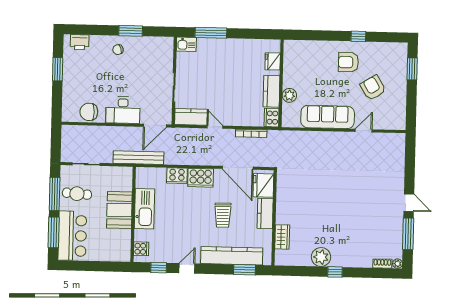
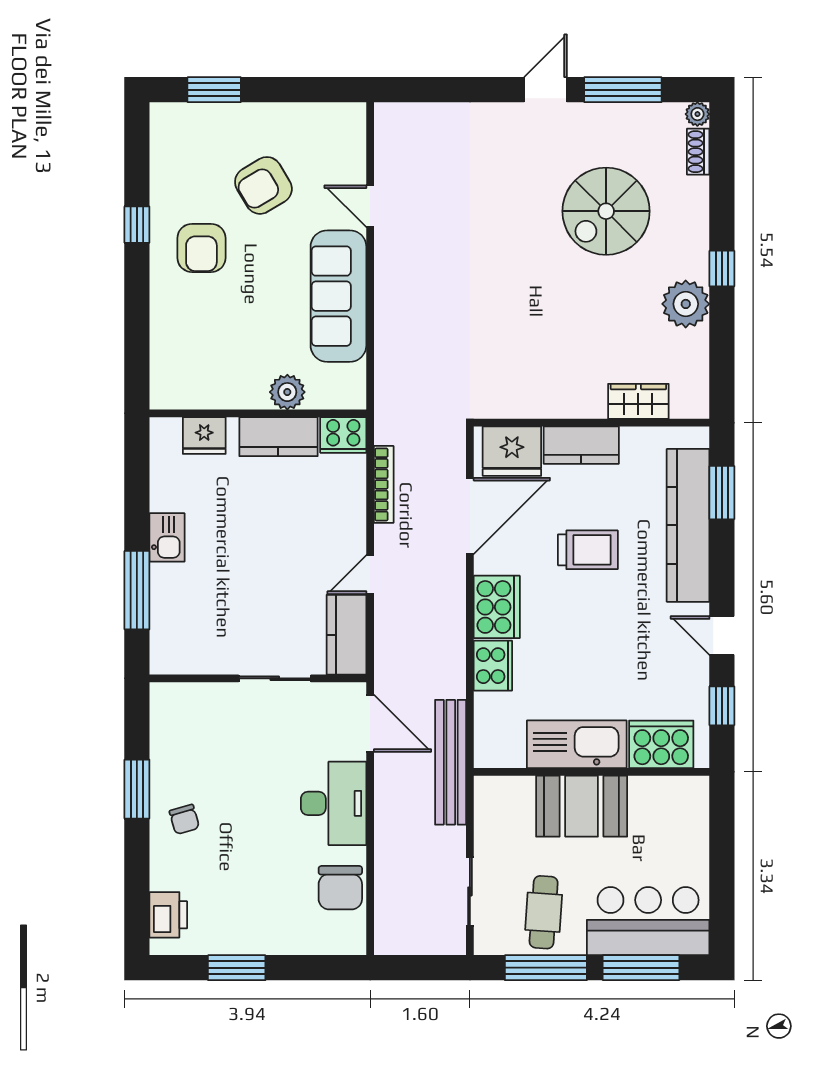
kitchen sink: (186, 44) -> (167, 537), moved
spiral stairs: (359, 226) -> (606, 211), added
cooker: (141, 249) -> (661, 744), width x1.87, depth x1.31

